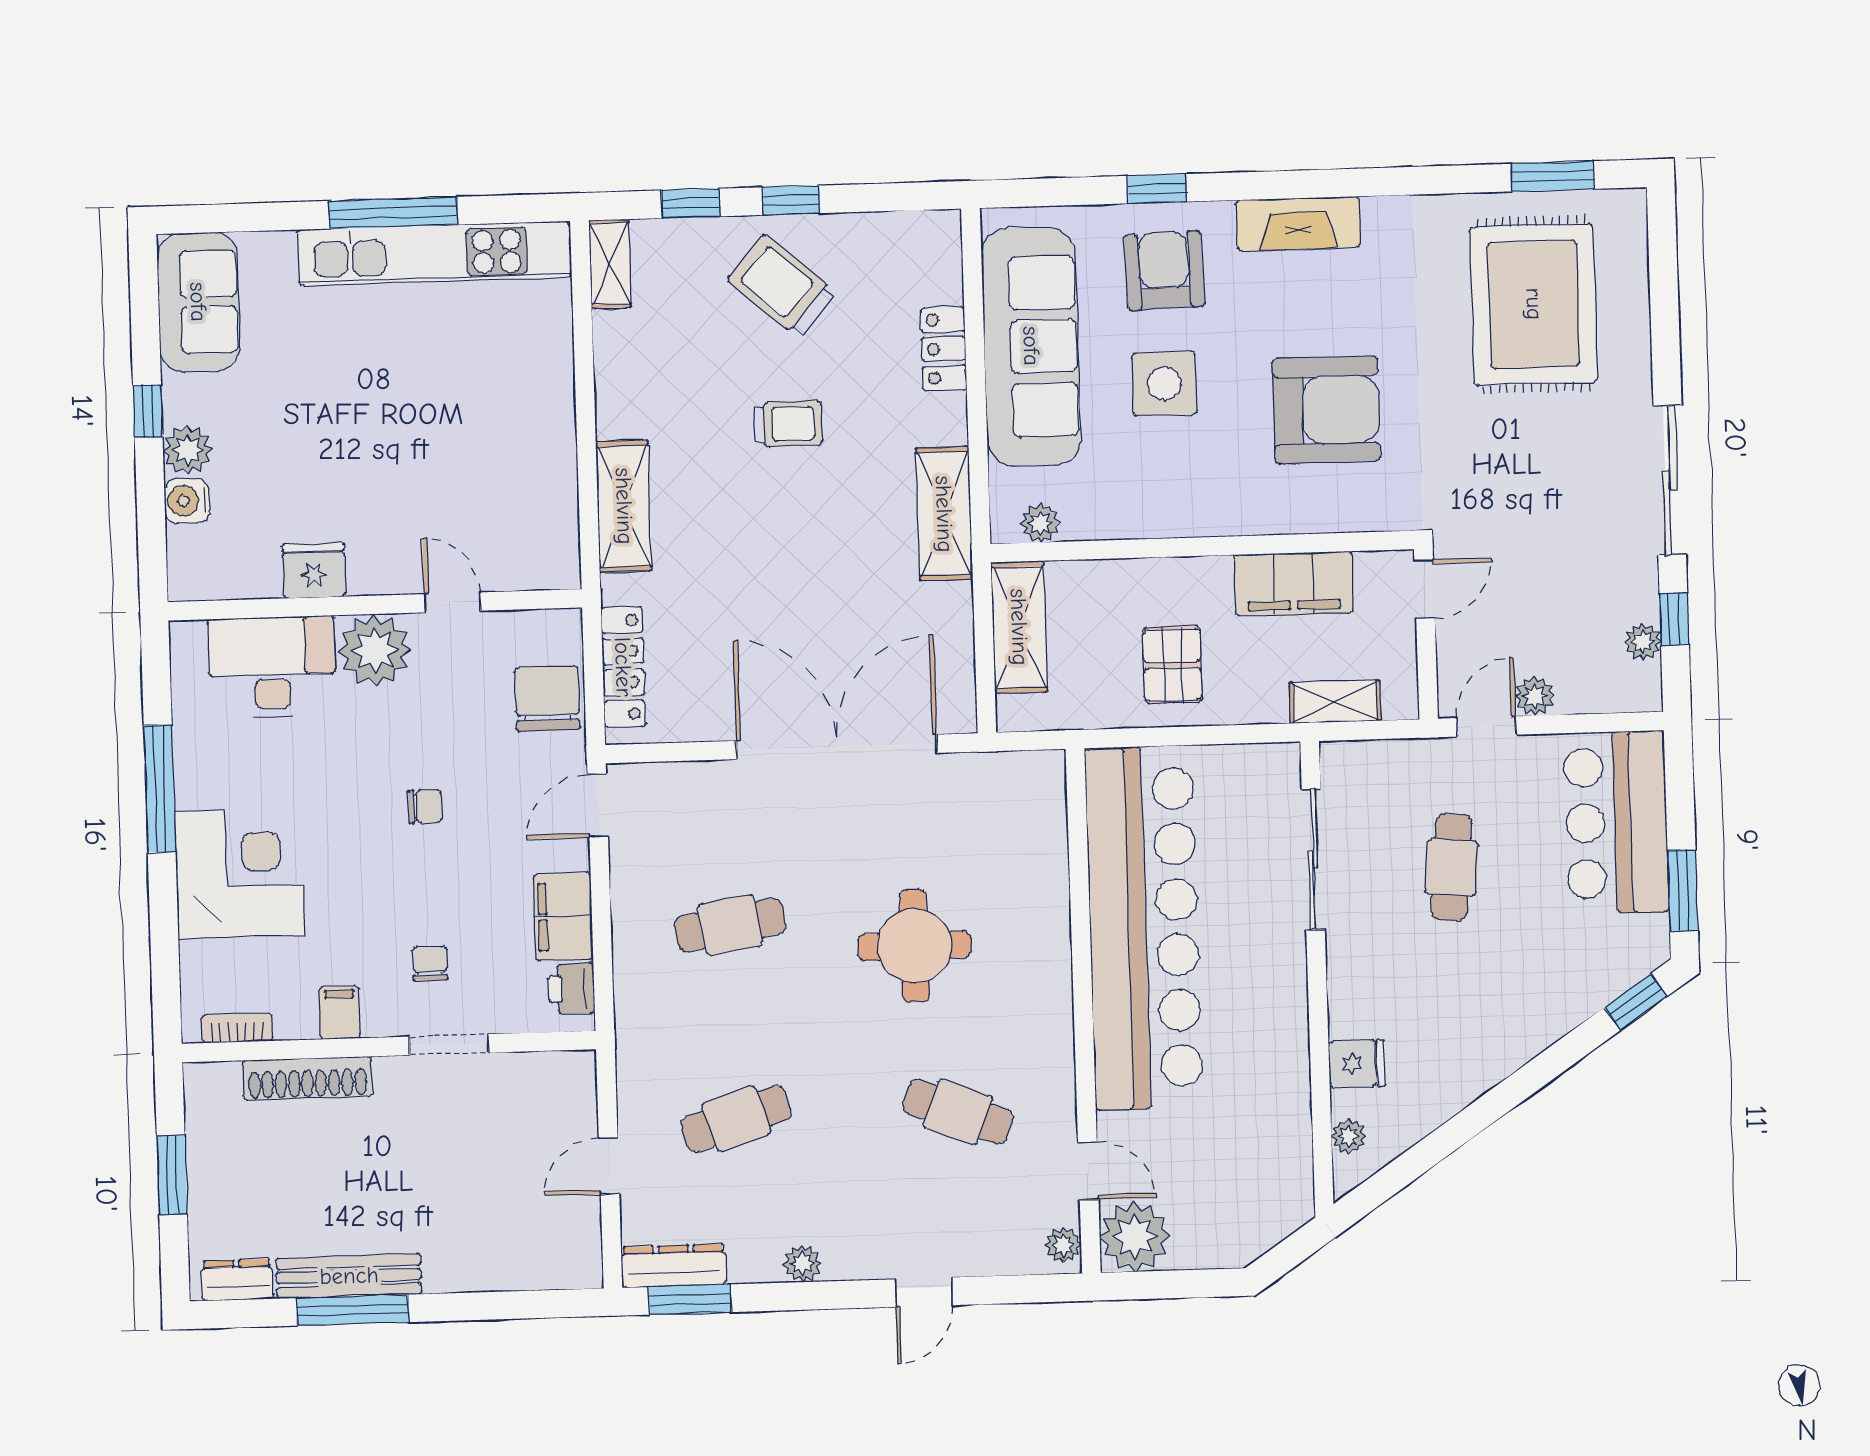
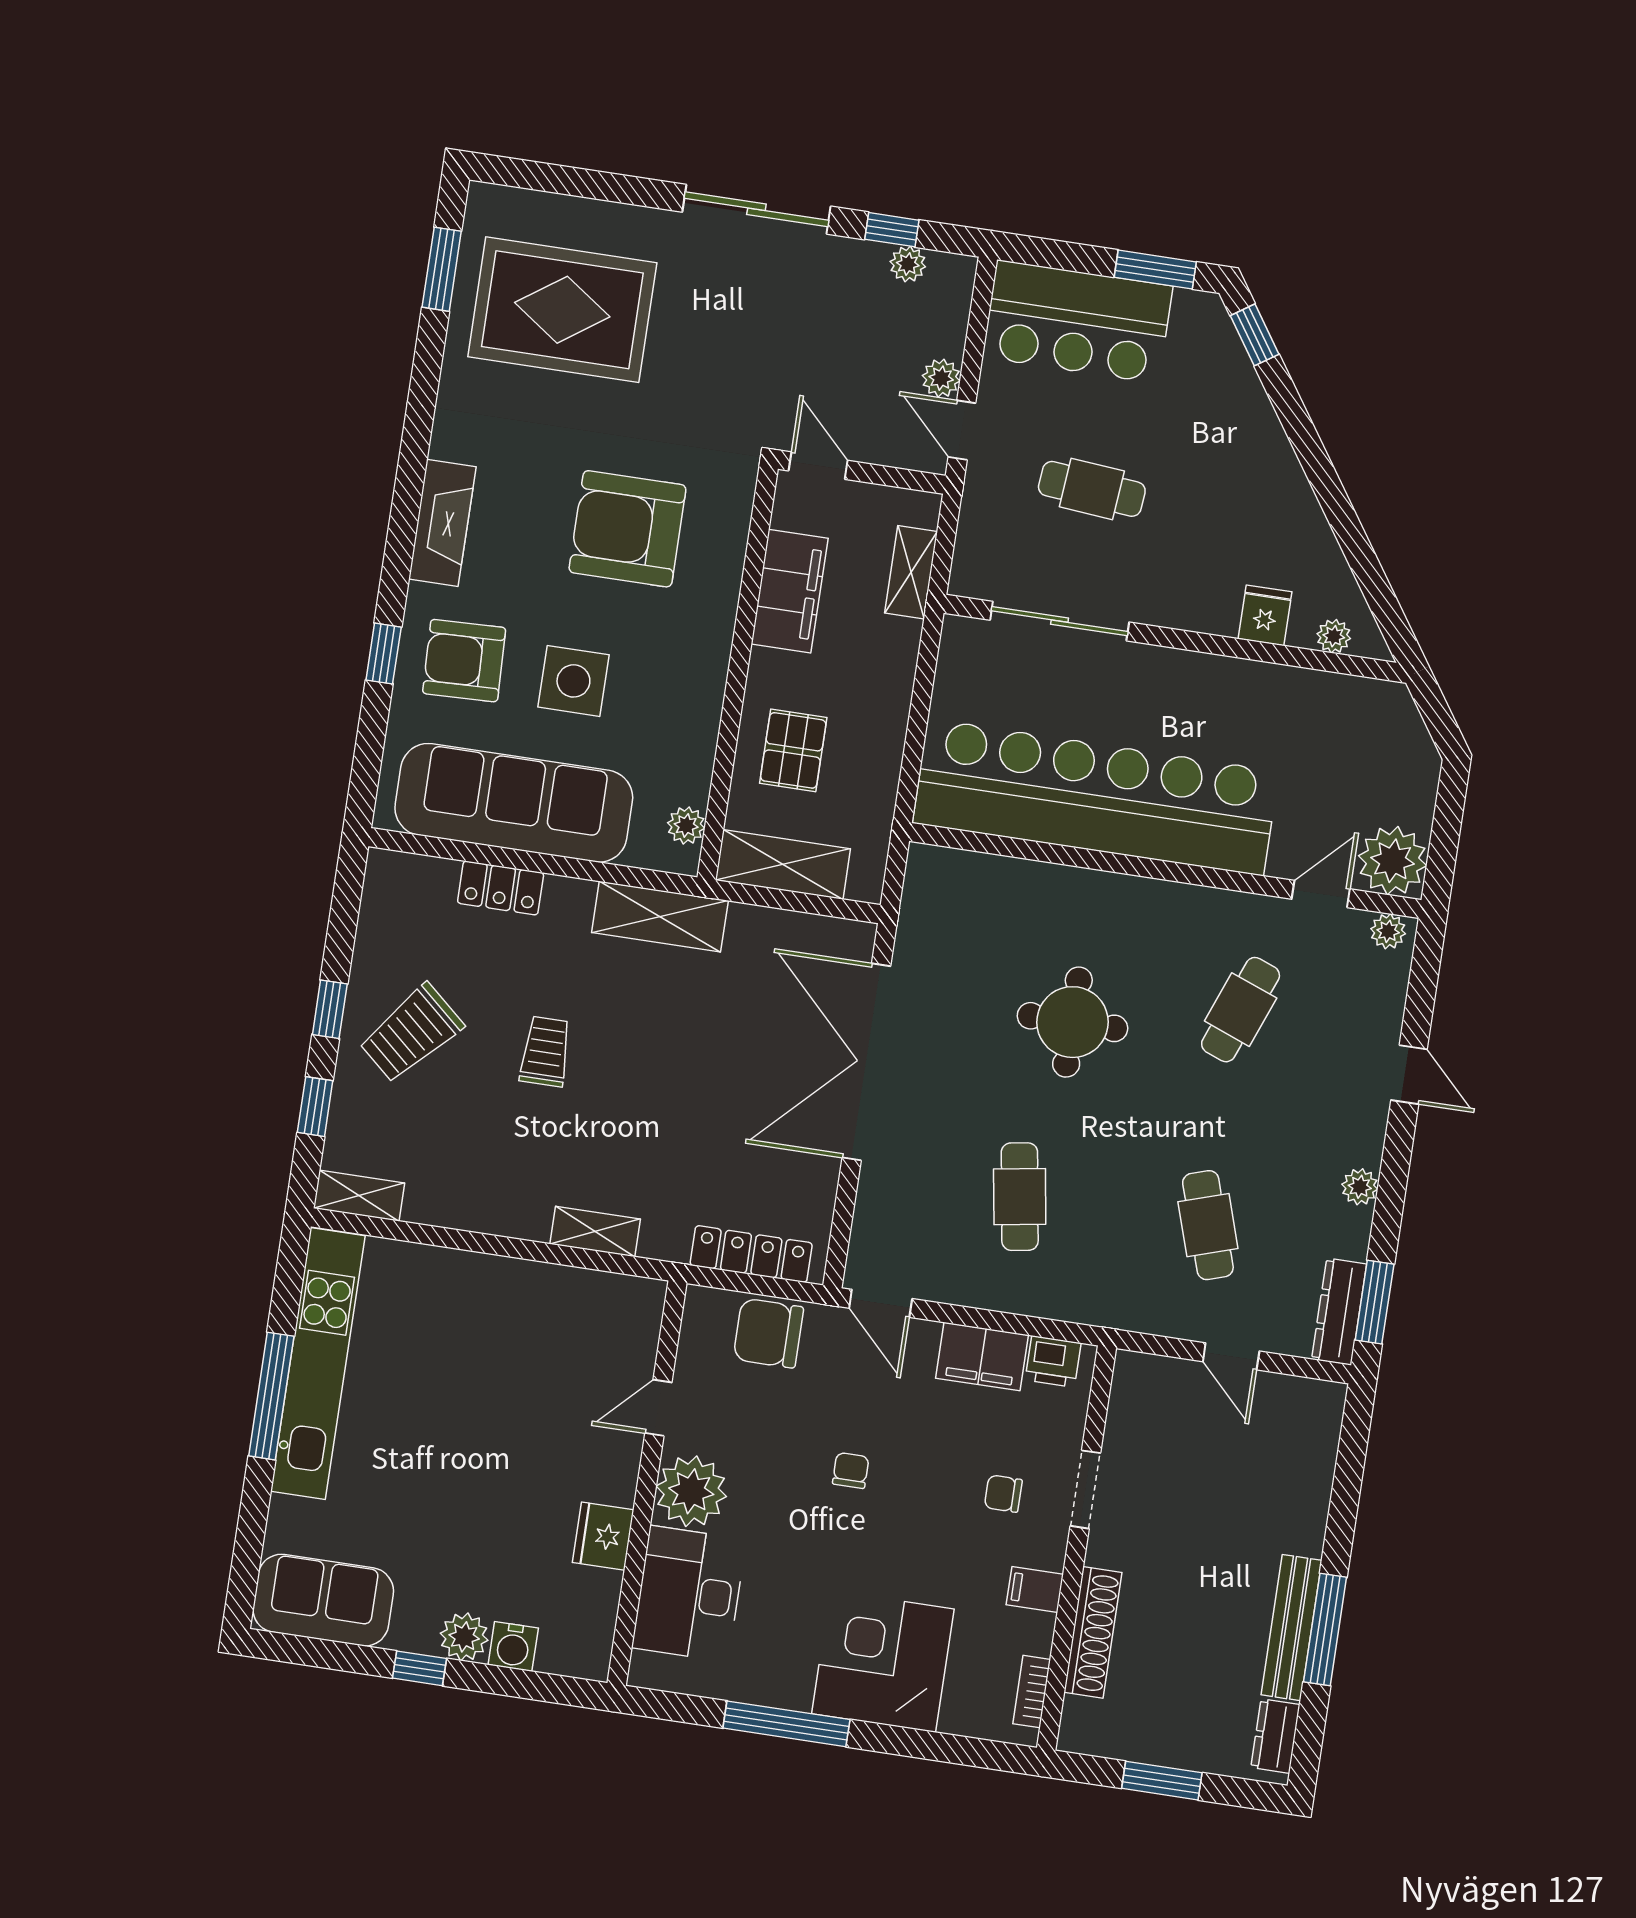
armchair: (1326, 410) -> (627, 529), turned -90
shelving: (624, 506) -> (595, 1232), width x0.67, depth x0.75
pallet: (1172, 665) -> (793, 750), moved, turned 90

